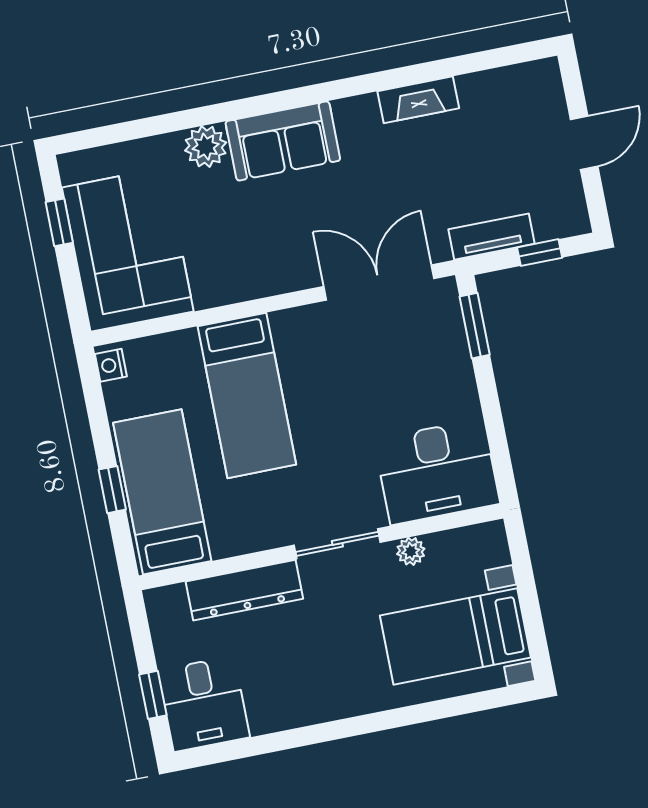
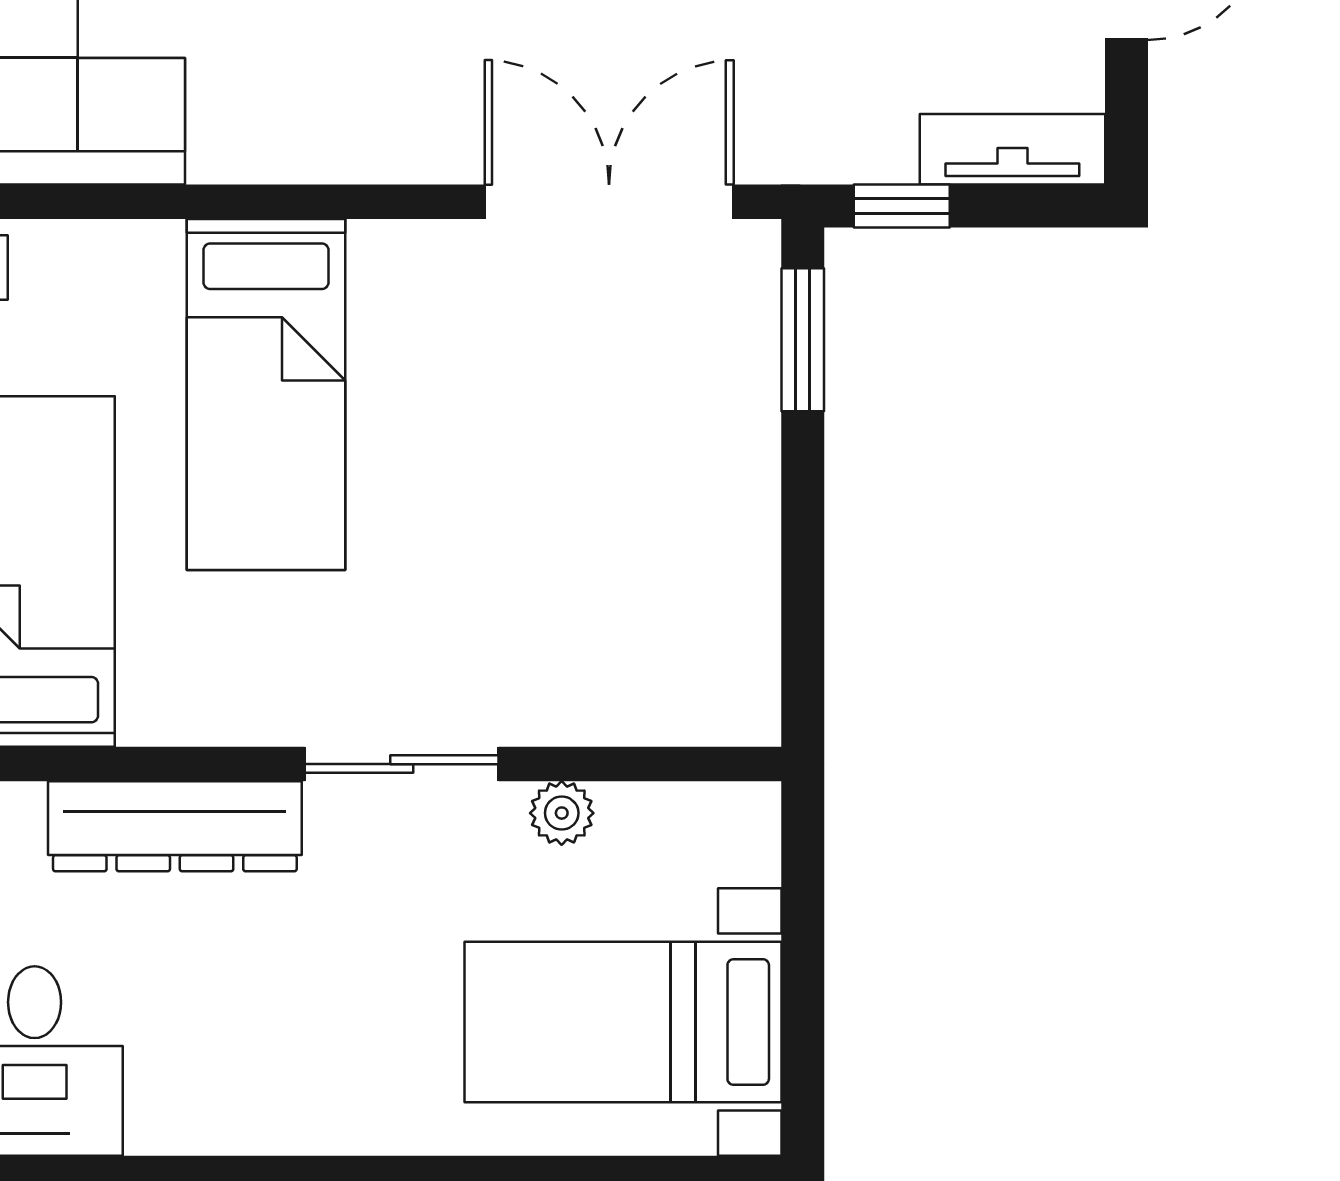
tv unit: (492, 237) -> (1012, 149), moved
window: (540, 253) -> (902, 206), moved
desk: (437, 472) -> (655, 647), removed

